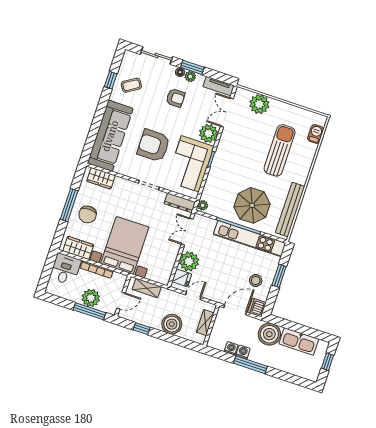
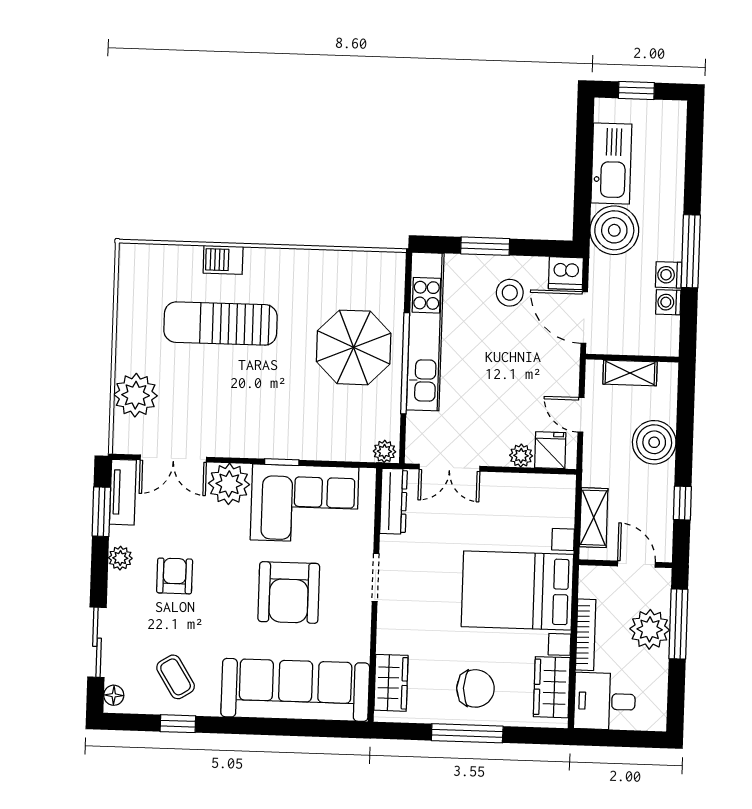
window: (192, 67) -> (101, 512), moved
floor lamp: (180, 72) -> (114, 695), moved
barbecue: (316, 134) -> (223, 260), moved
bench: (290, 209) -> (338, 264), removed
plant: (189, 261) -> (521, 456), width x0.53, depth x0.53

